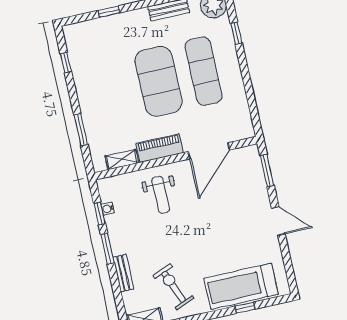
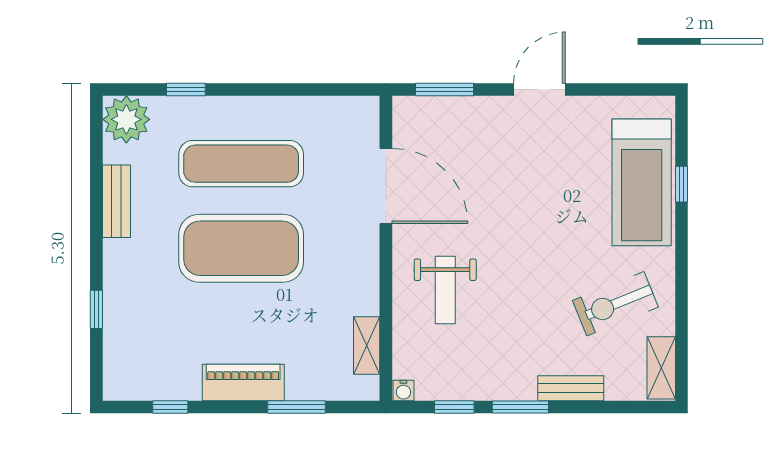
piano: (160, 148) -> (243, 382), moved, turned 90
weight bench: (161, 195) -> (445, 290), turned 90
water cooler: (108, 209) -> (403, 390), moved

